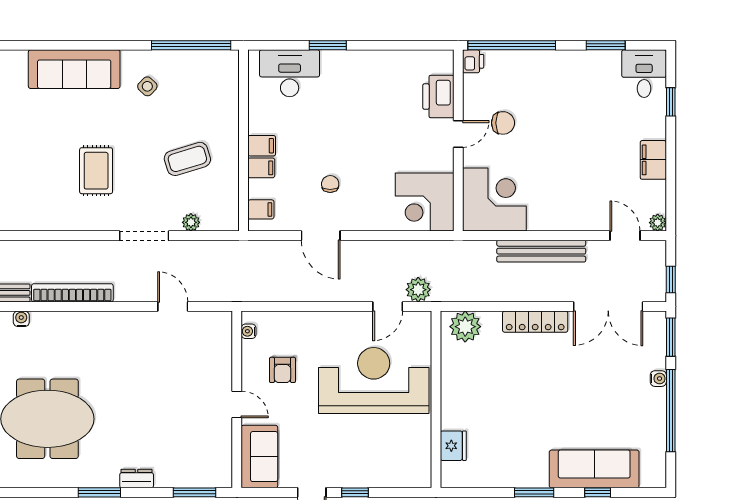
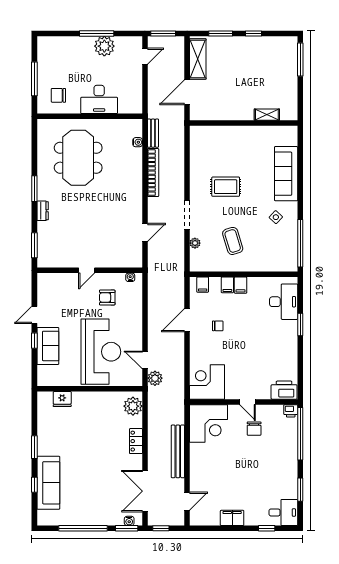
printer: (438, 96) -> (284, 390), moved
plant: (658, 223) -> (195, 521), removed
locker: (535, 322) -> (136, 441), width x0.66
water cooler: (658, 379) -> (129, 521), moved
sofa: (259, 457) -> (48, 346), moved, turned -90

